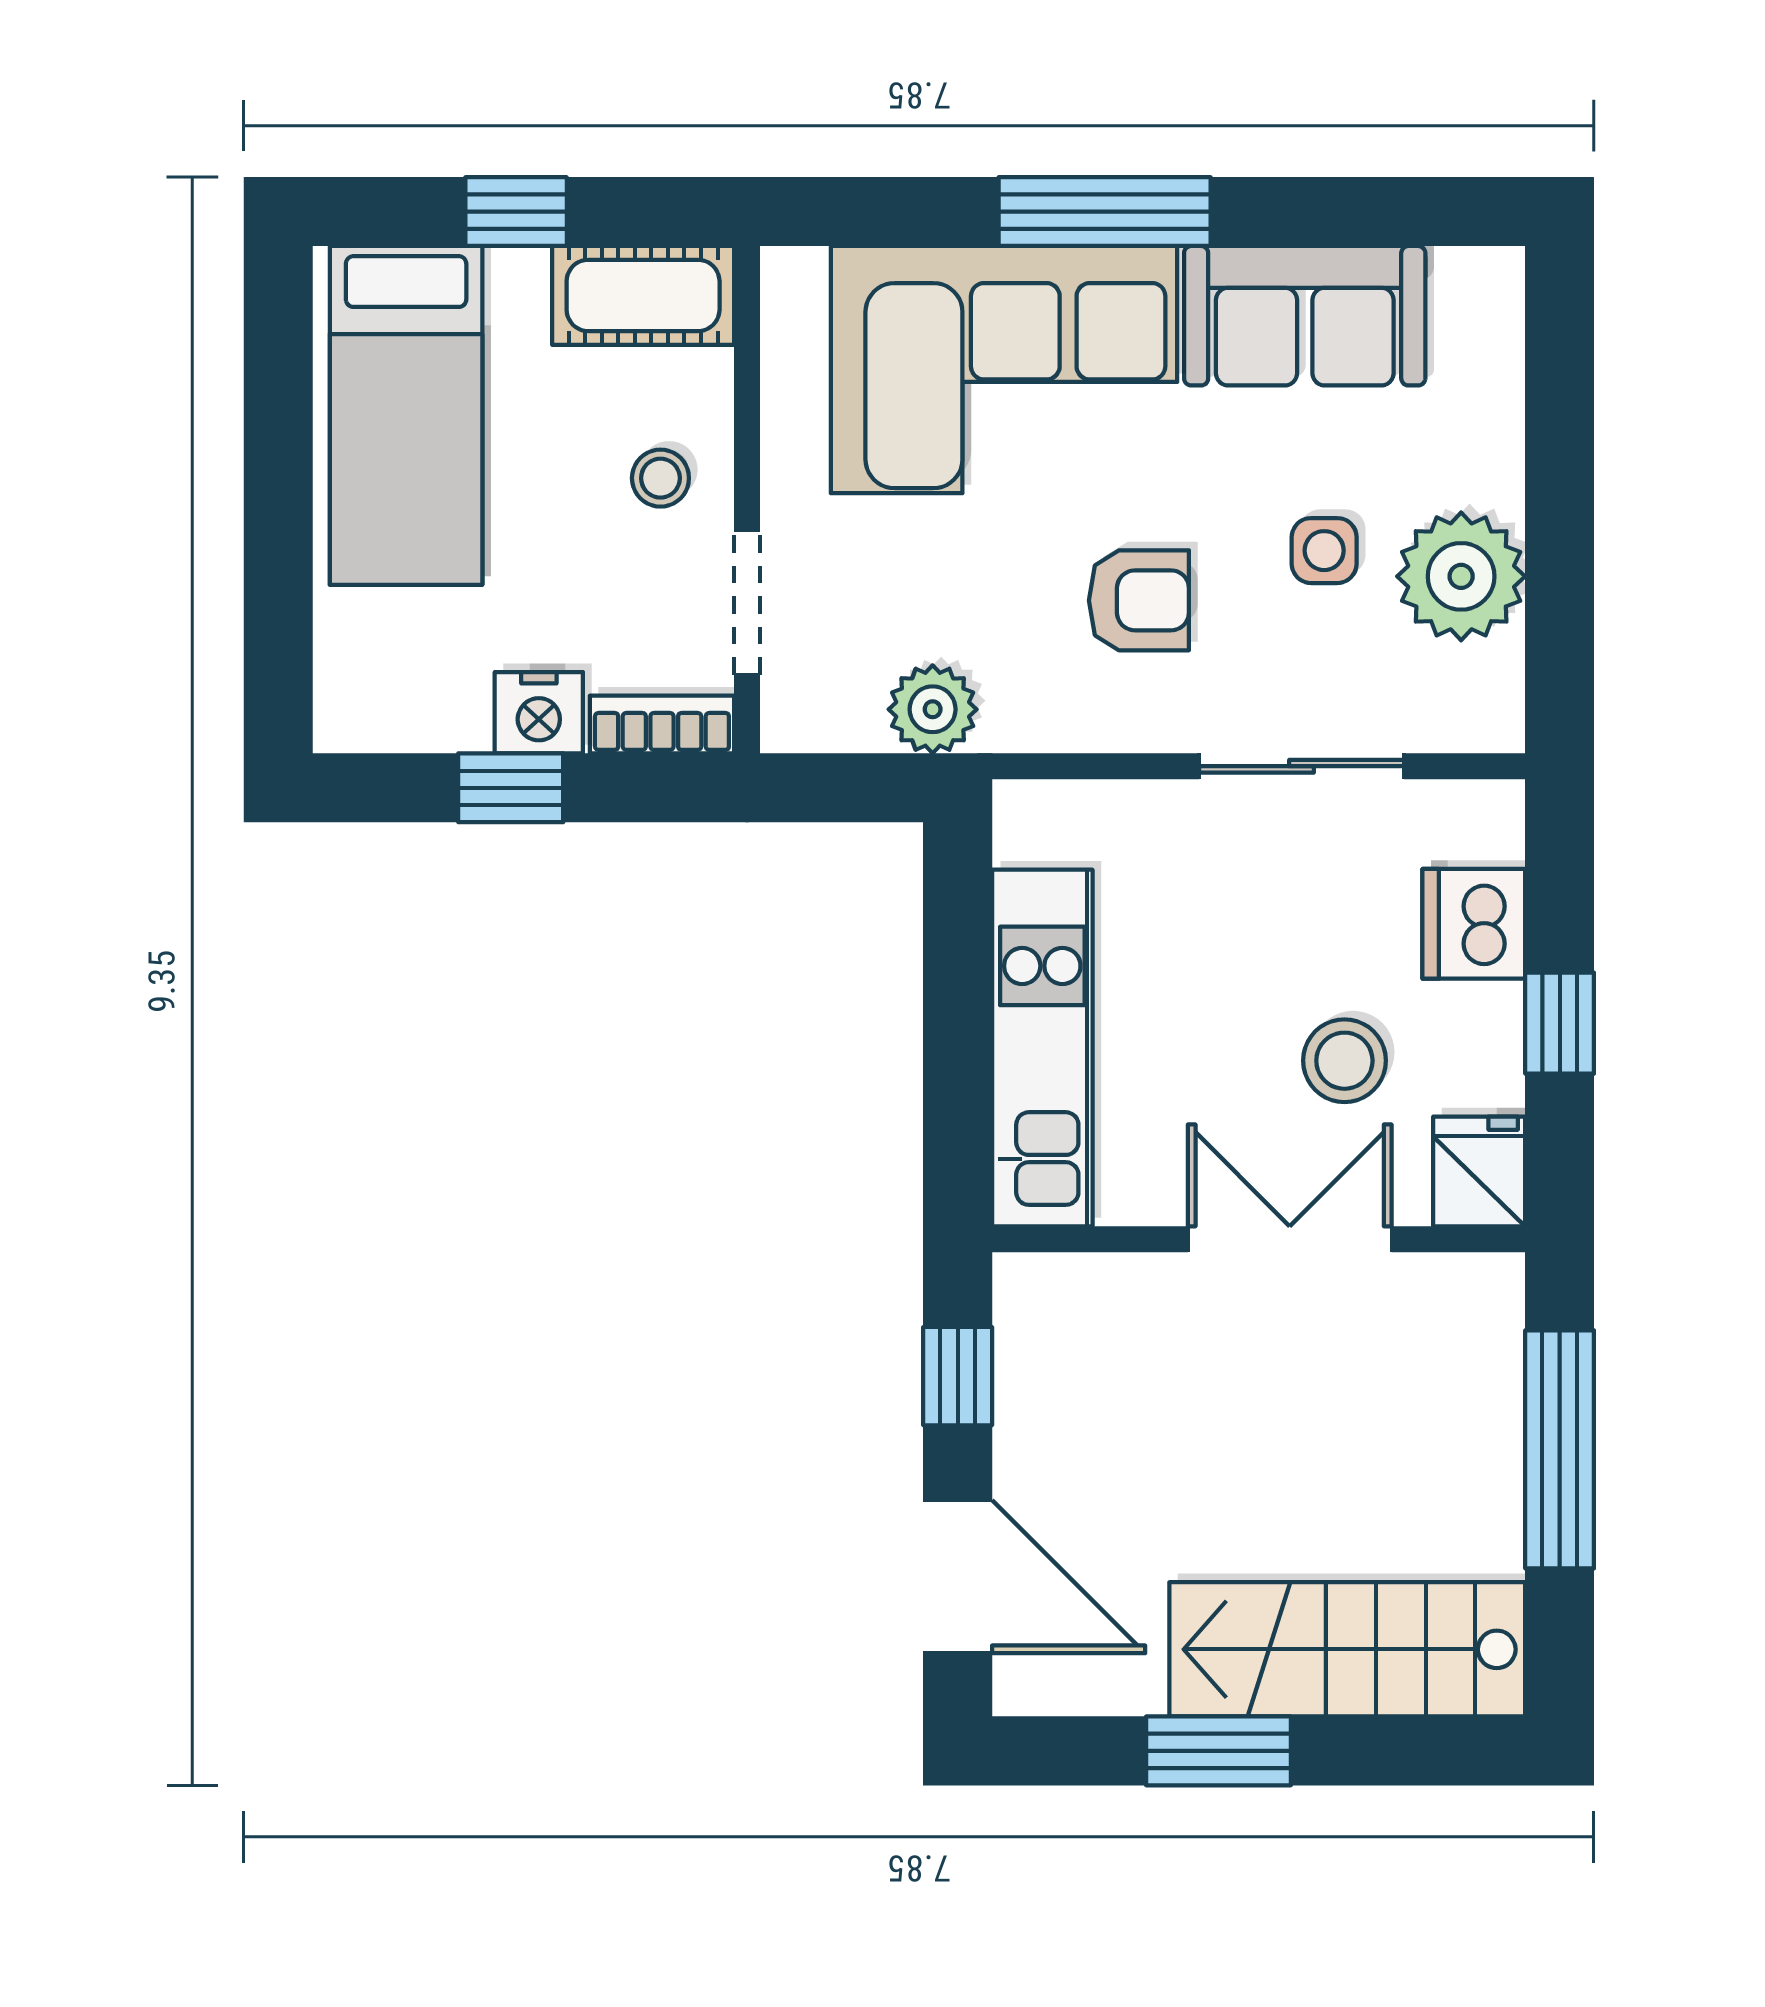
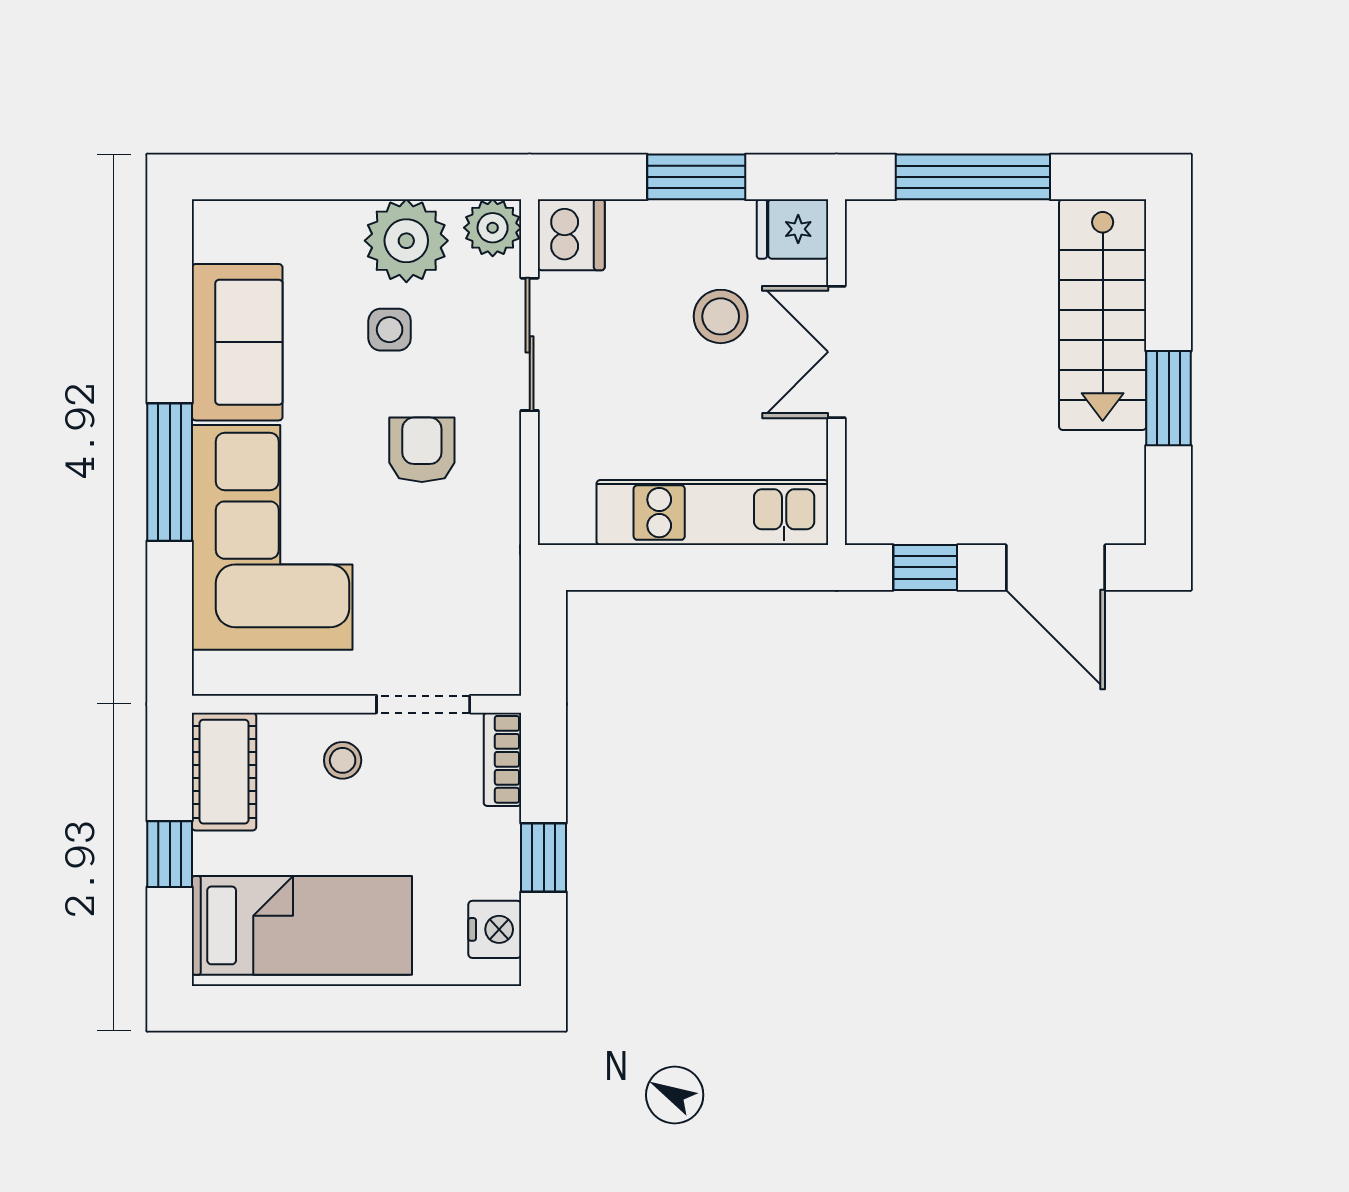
plant: (933, 709) -> (493, 228), moved
nightstand: (539, 713) -> (495, 929), moved
dishwasher: (1474, 924) -> (571, 235), moved, turned -90
window: (1560, 1023) -> (696, 177), width x1.50
door: (958, 1577) -> (1055, 567), swing flipped

